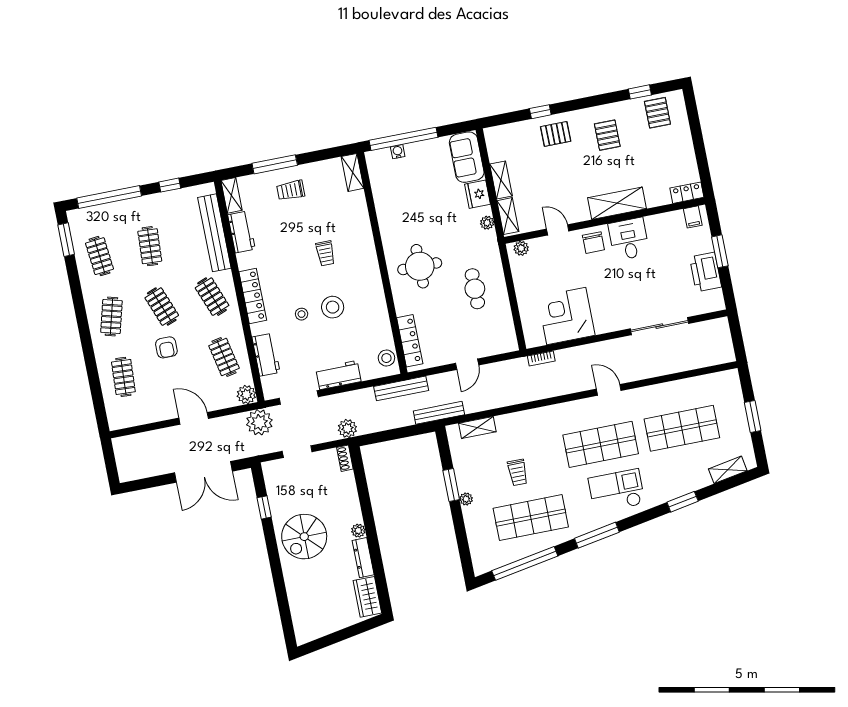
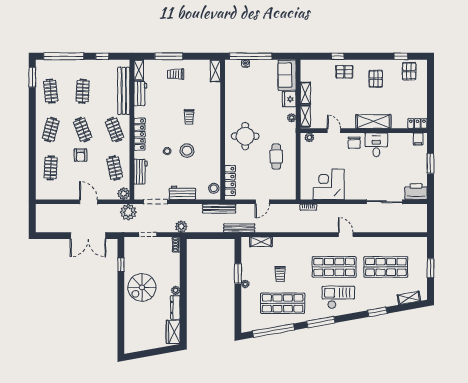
printer: (706, 272) -> (416, 192), moved, turned 90

